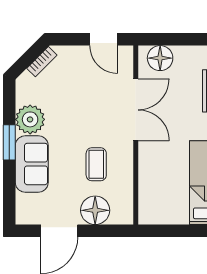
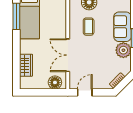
door: (104, 39) -> (85, 92), hinge flipped

